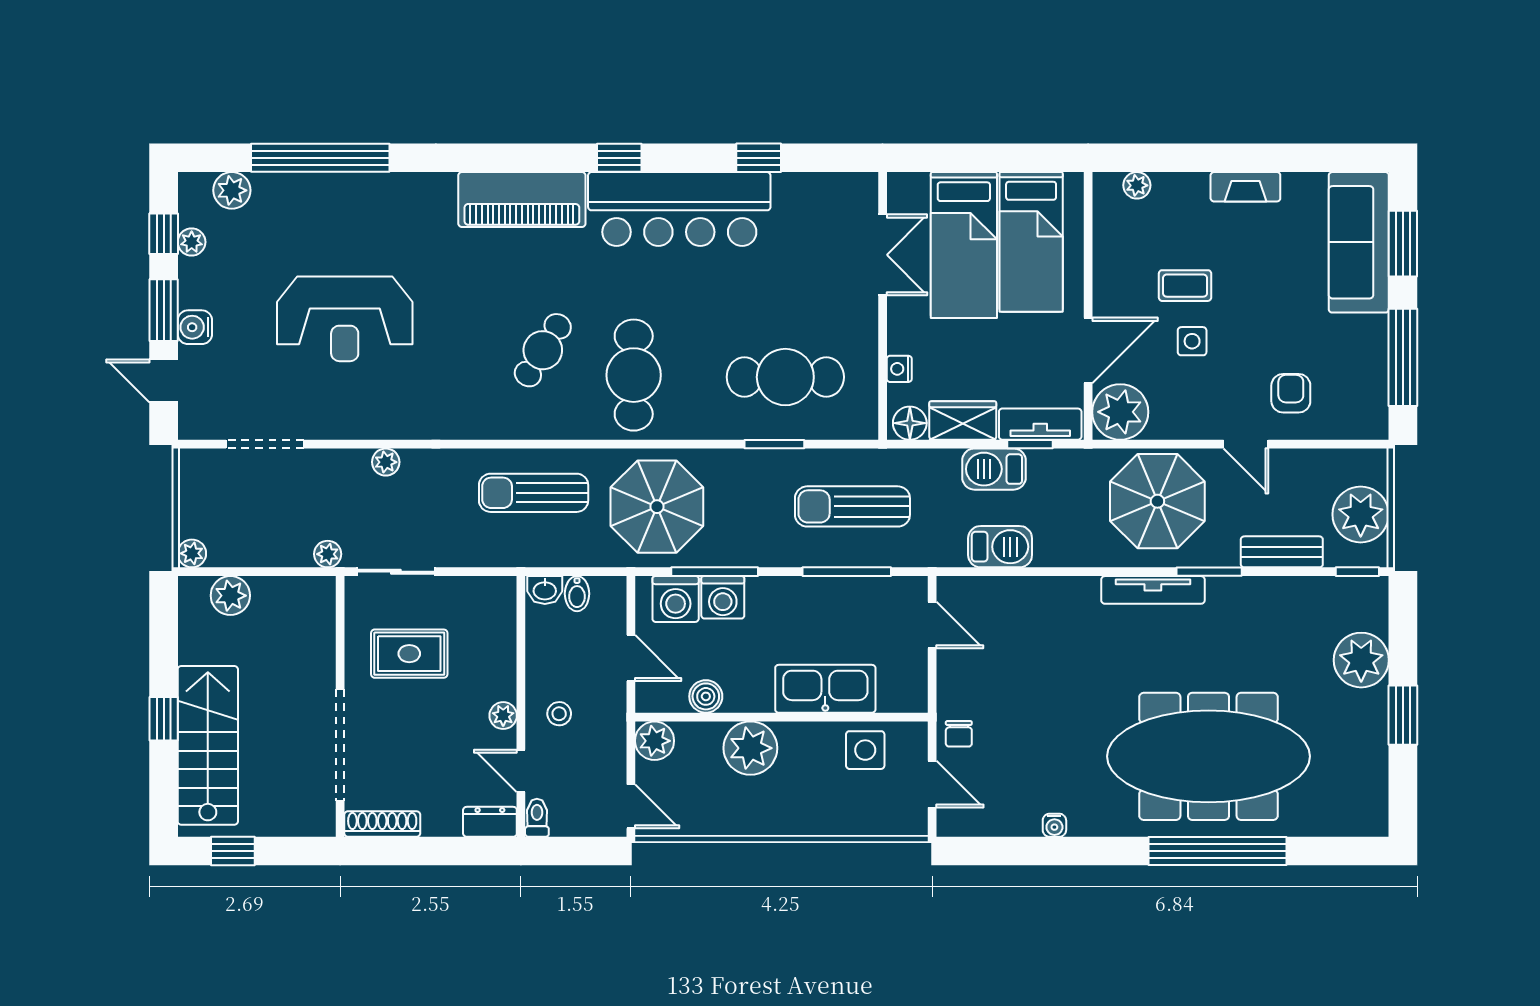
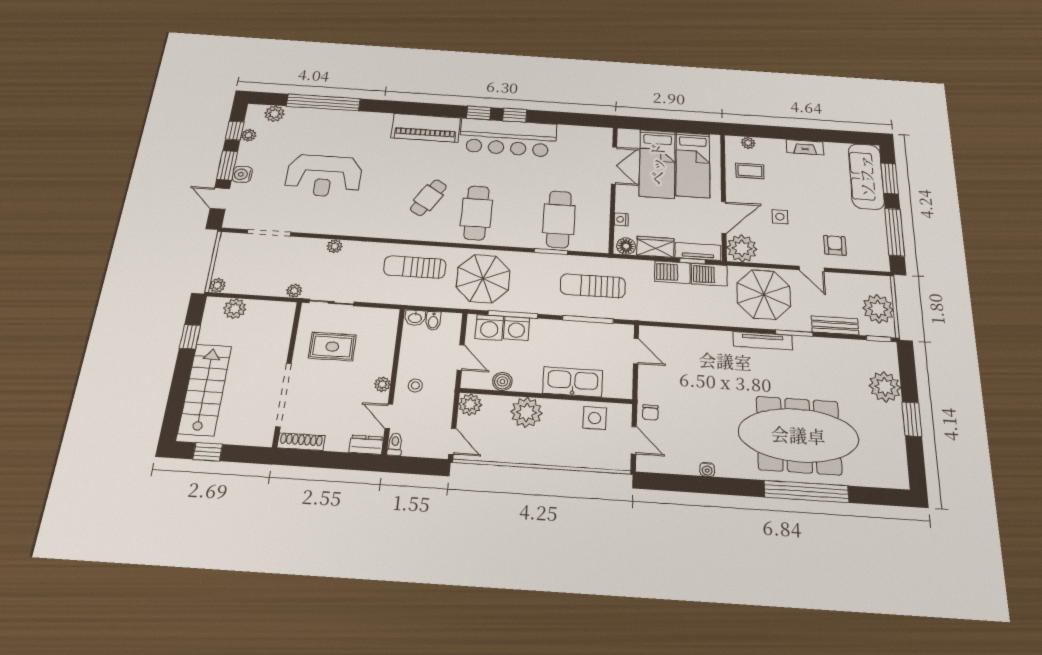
window: (759, 158) -> (515, 115), moved
coffee table: (1185, 286) -> (750, 171), moved
cafe table: (785, 377) -> (559, 219), turned 90
barbecue: (1000, 547) -> (709, 275), moved, turned 180
window: (164, 719) -> (190, 337), moved

